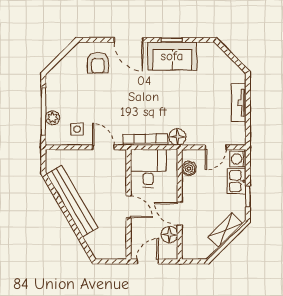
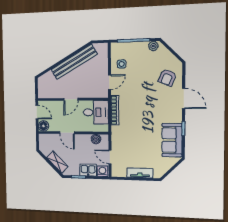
door: (129, 40) -> (184, 99), swing flipped
sofa: (172, 56) -> (172, 140), moved
armchair: (98, 63) -> (167, 77), turned -67
plant: (52, 118) -> (153, 46), moved
floor lamp: (177, 137) -> (117, 132), removed
door: (180, 214) -> (67, 133), swing flipped
floor lamp: (169, 235) -> (44, 126), moved

